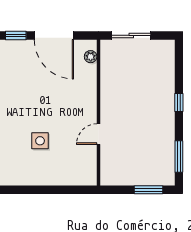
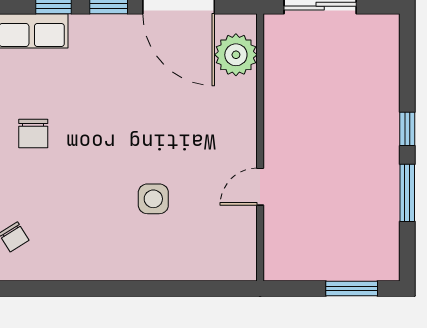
plant: (91, 57) -> (236, 55), width x1.88, depth x1.88
window: (179, 157) -> (407, 193), moved

